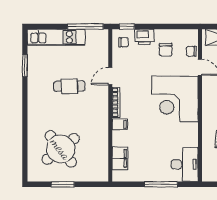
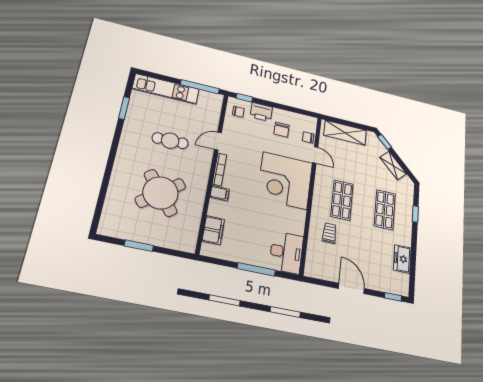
round table: (61, 149) -> (161, 193), moved

